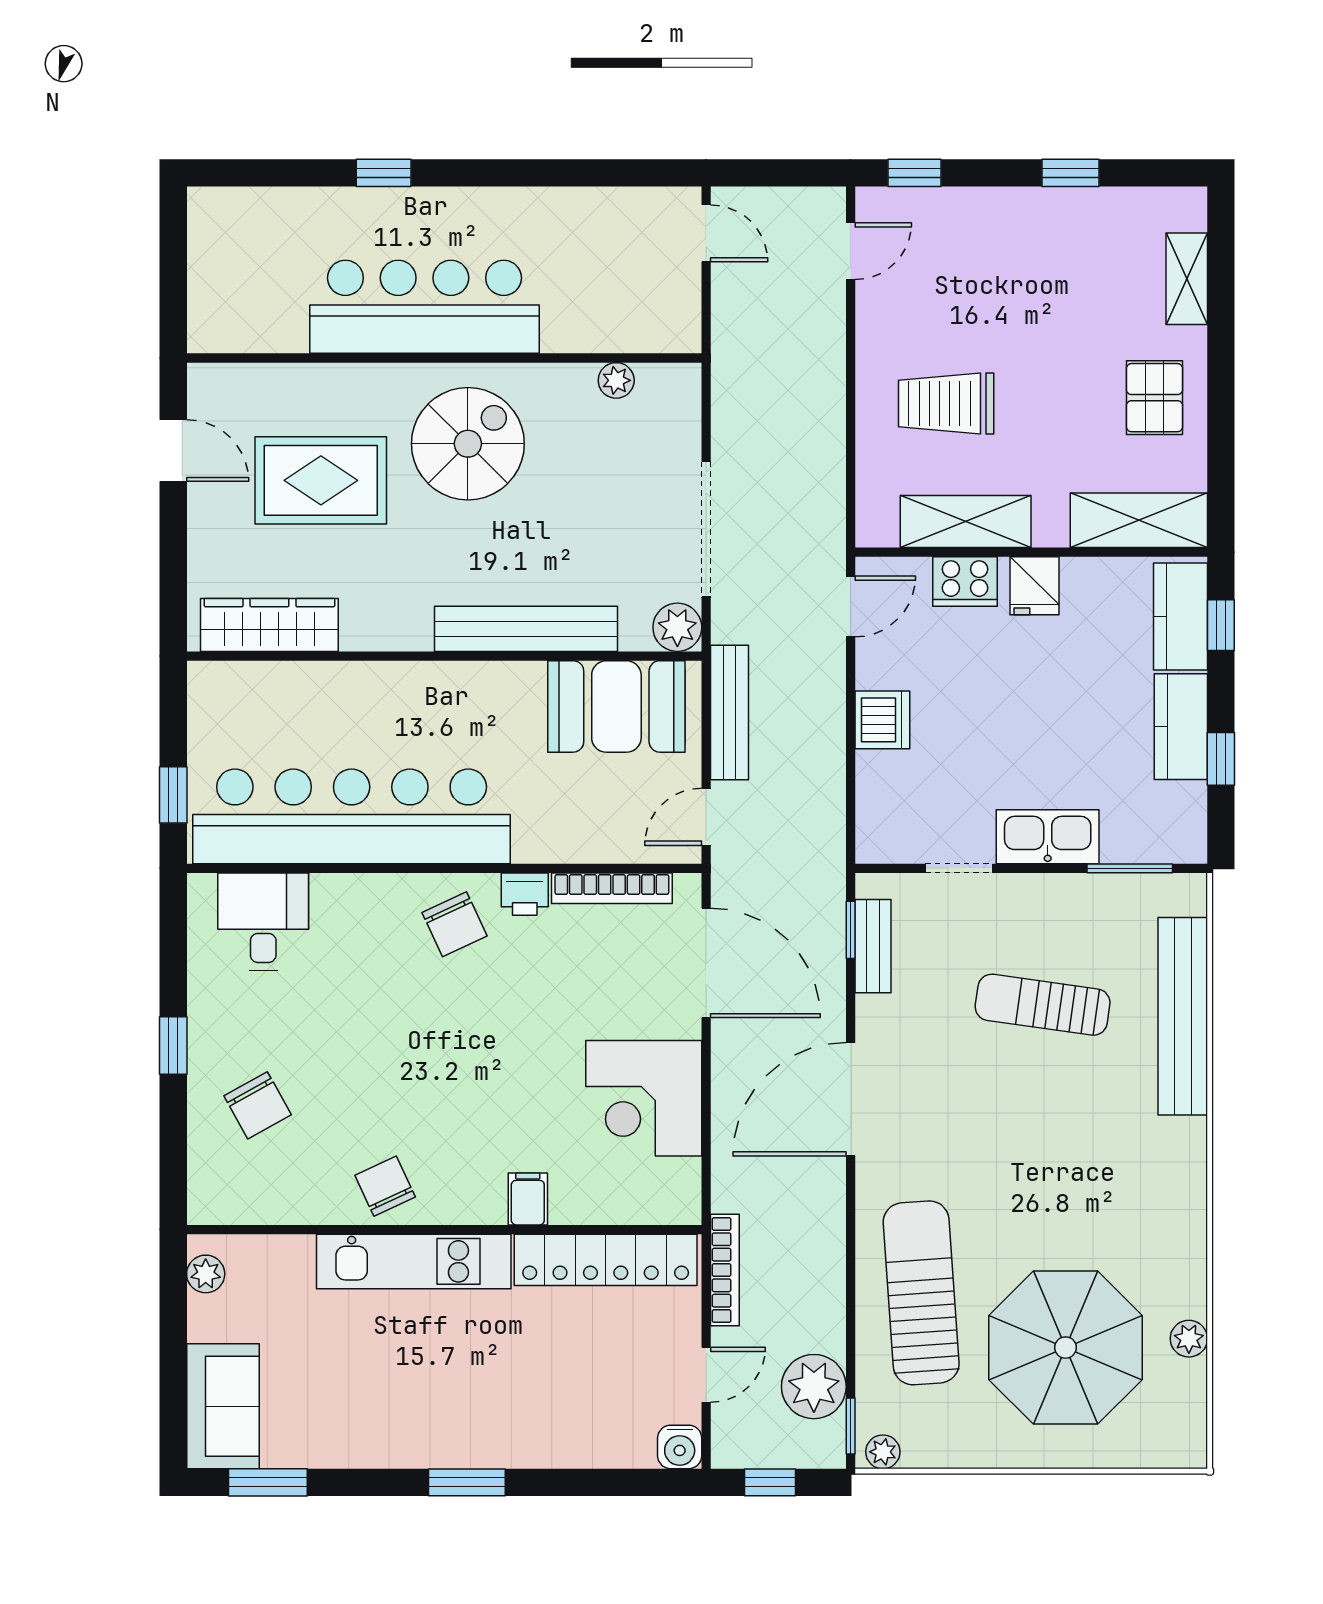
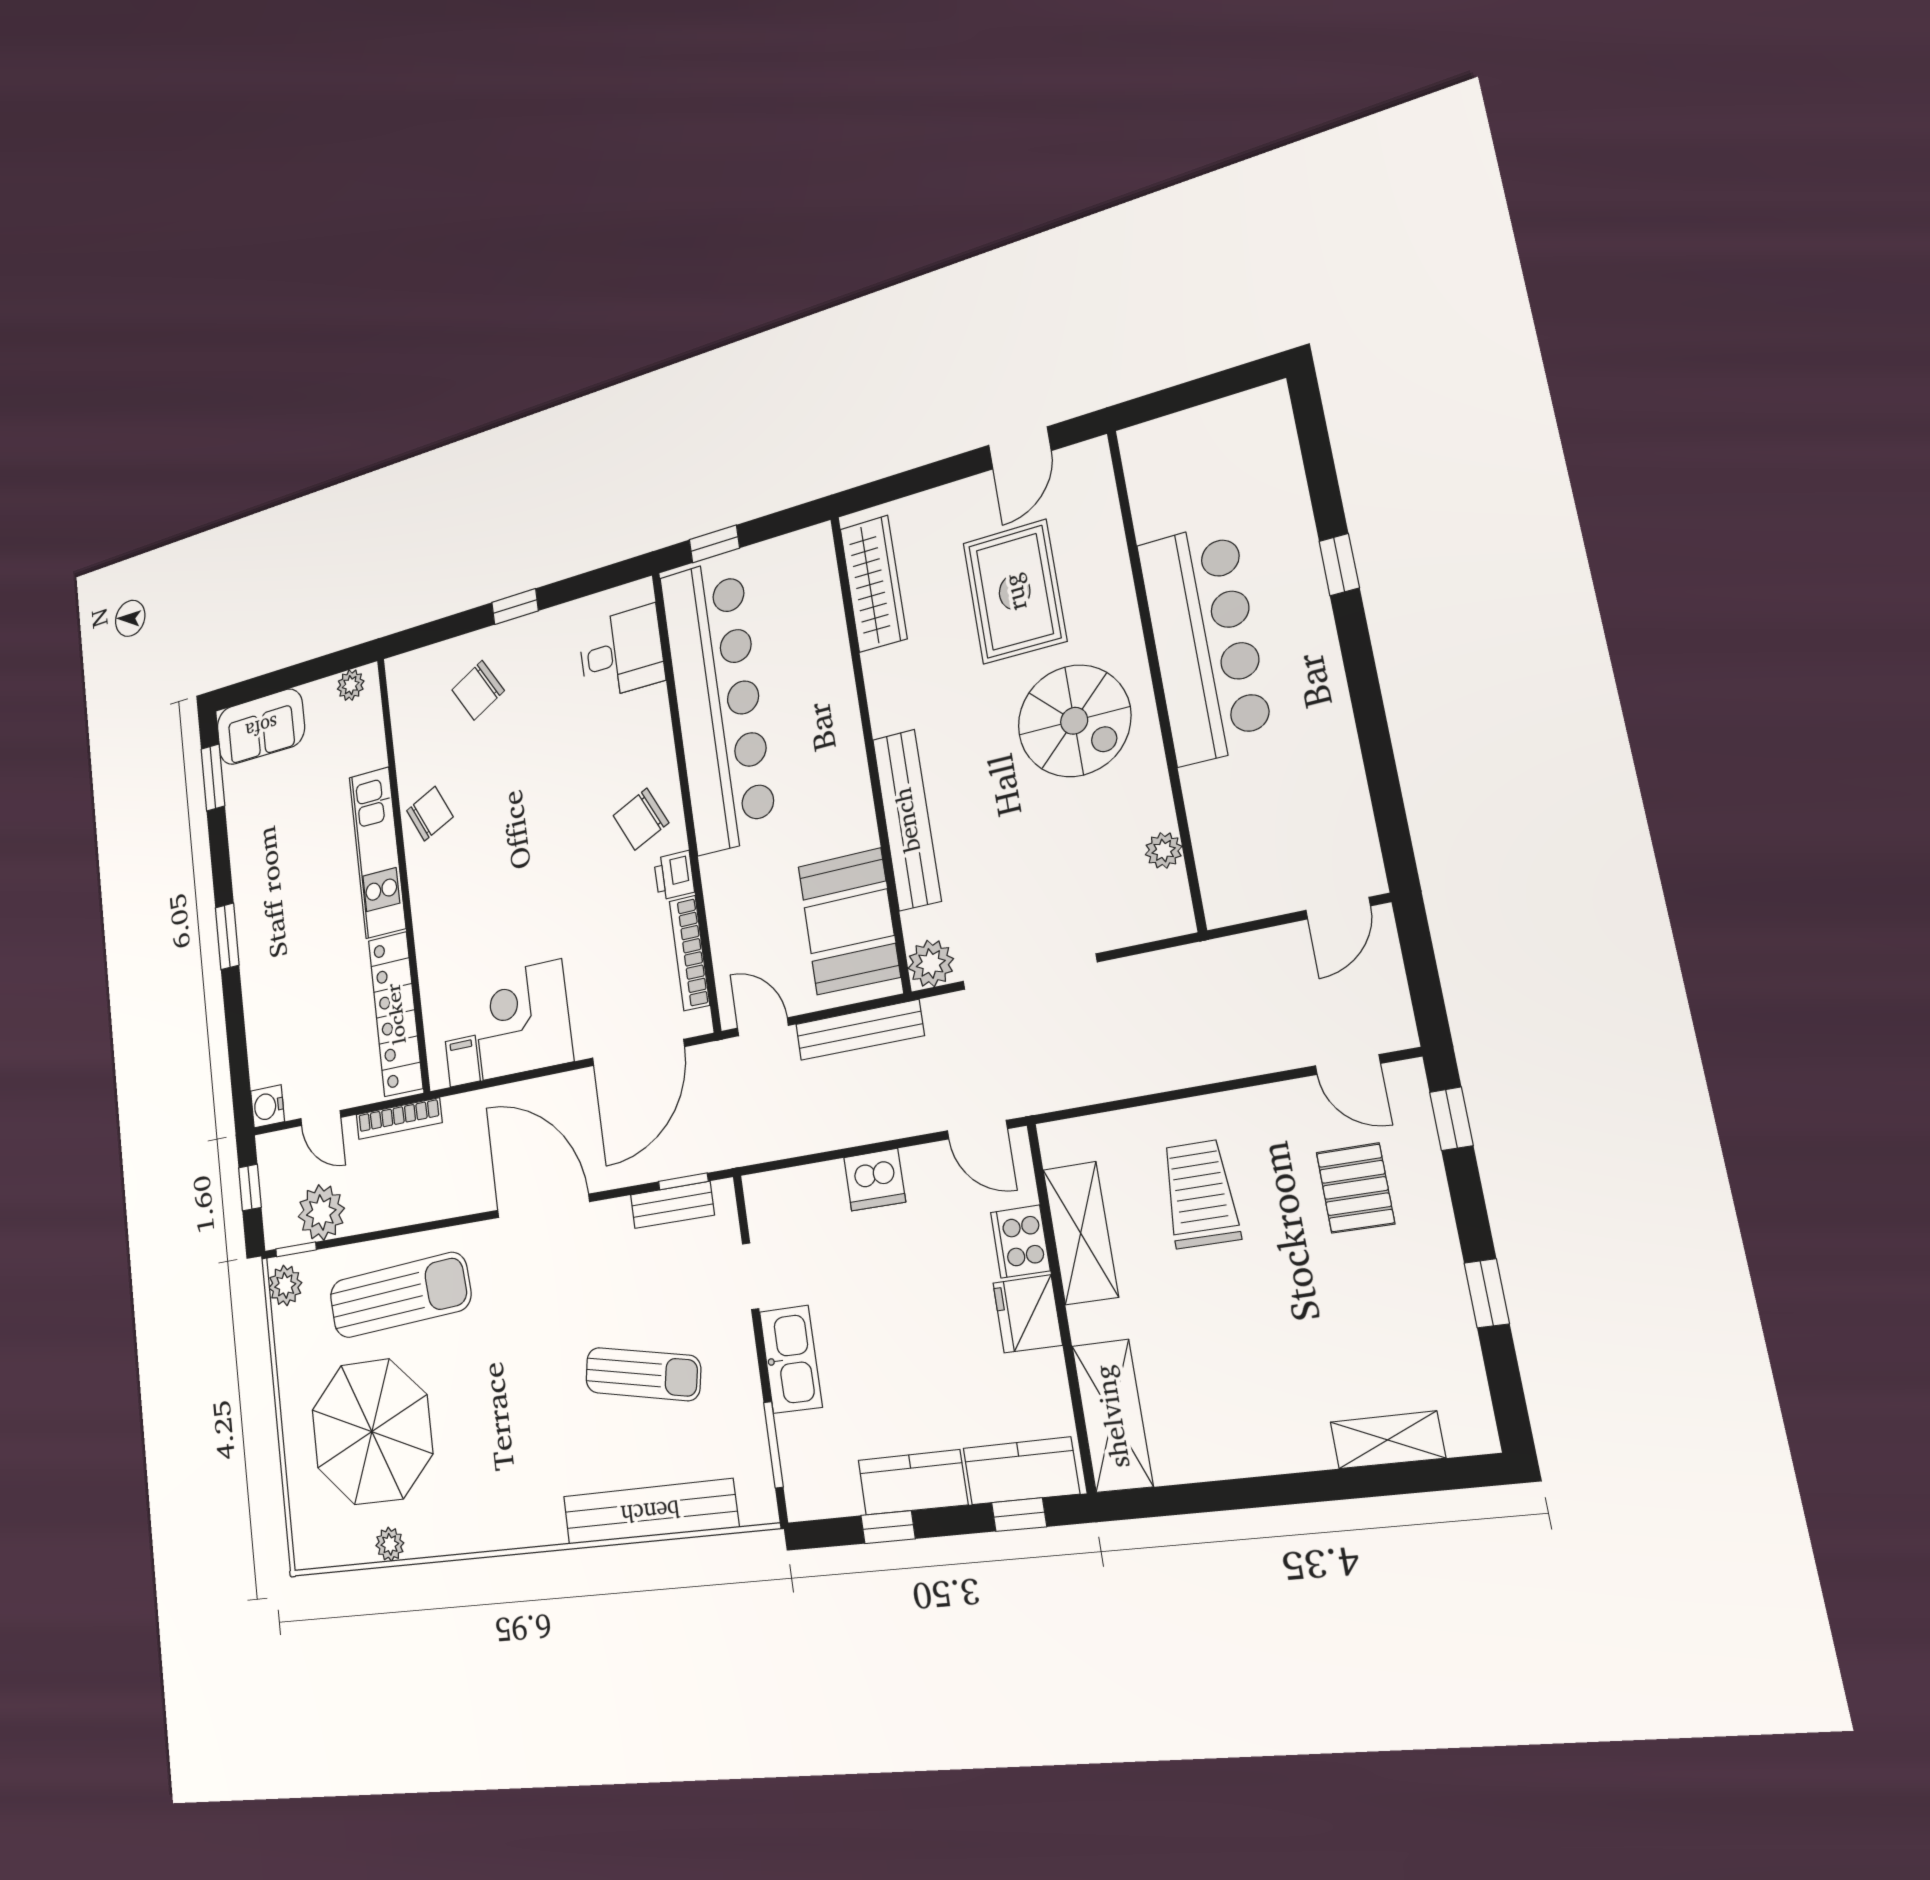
pallet: (1154, 398) -> (1355, 1188), moved, turned 90
fridge: (1035, 586) -> (1027, 1314), width x1.38
sun lounger: (1043, 1005) -> (643, 1374), turned 93
filing cabinet: (528, 1199) -> (463, 1061), moved, turned -90
plant: (883, 1452) -> (285, 1285), width x1.38, depth x1.38

